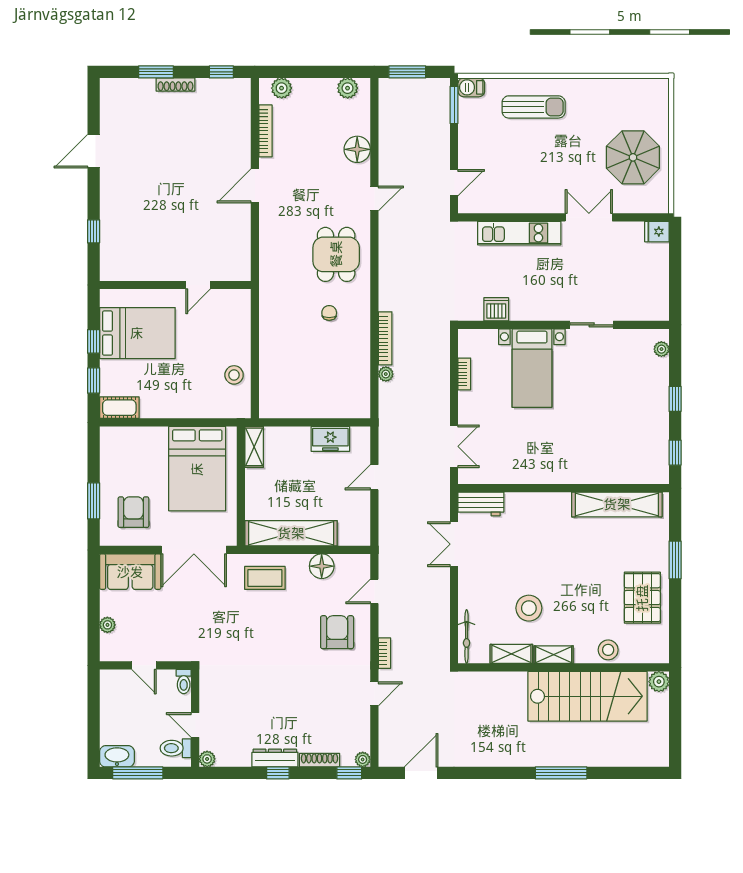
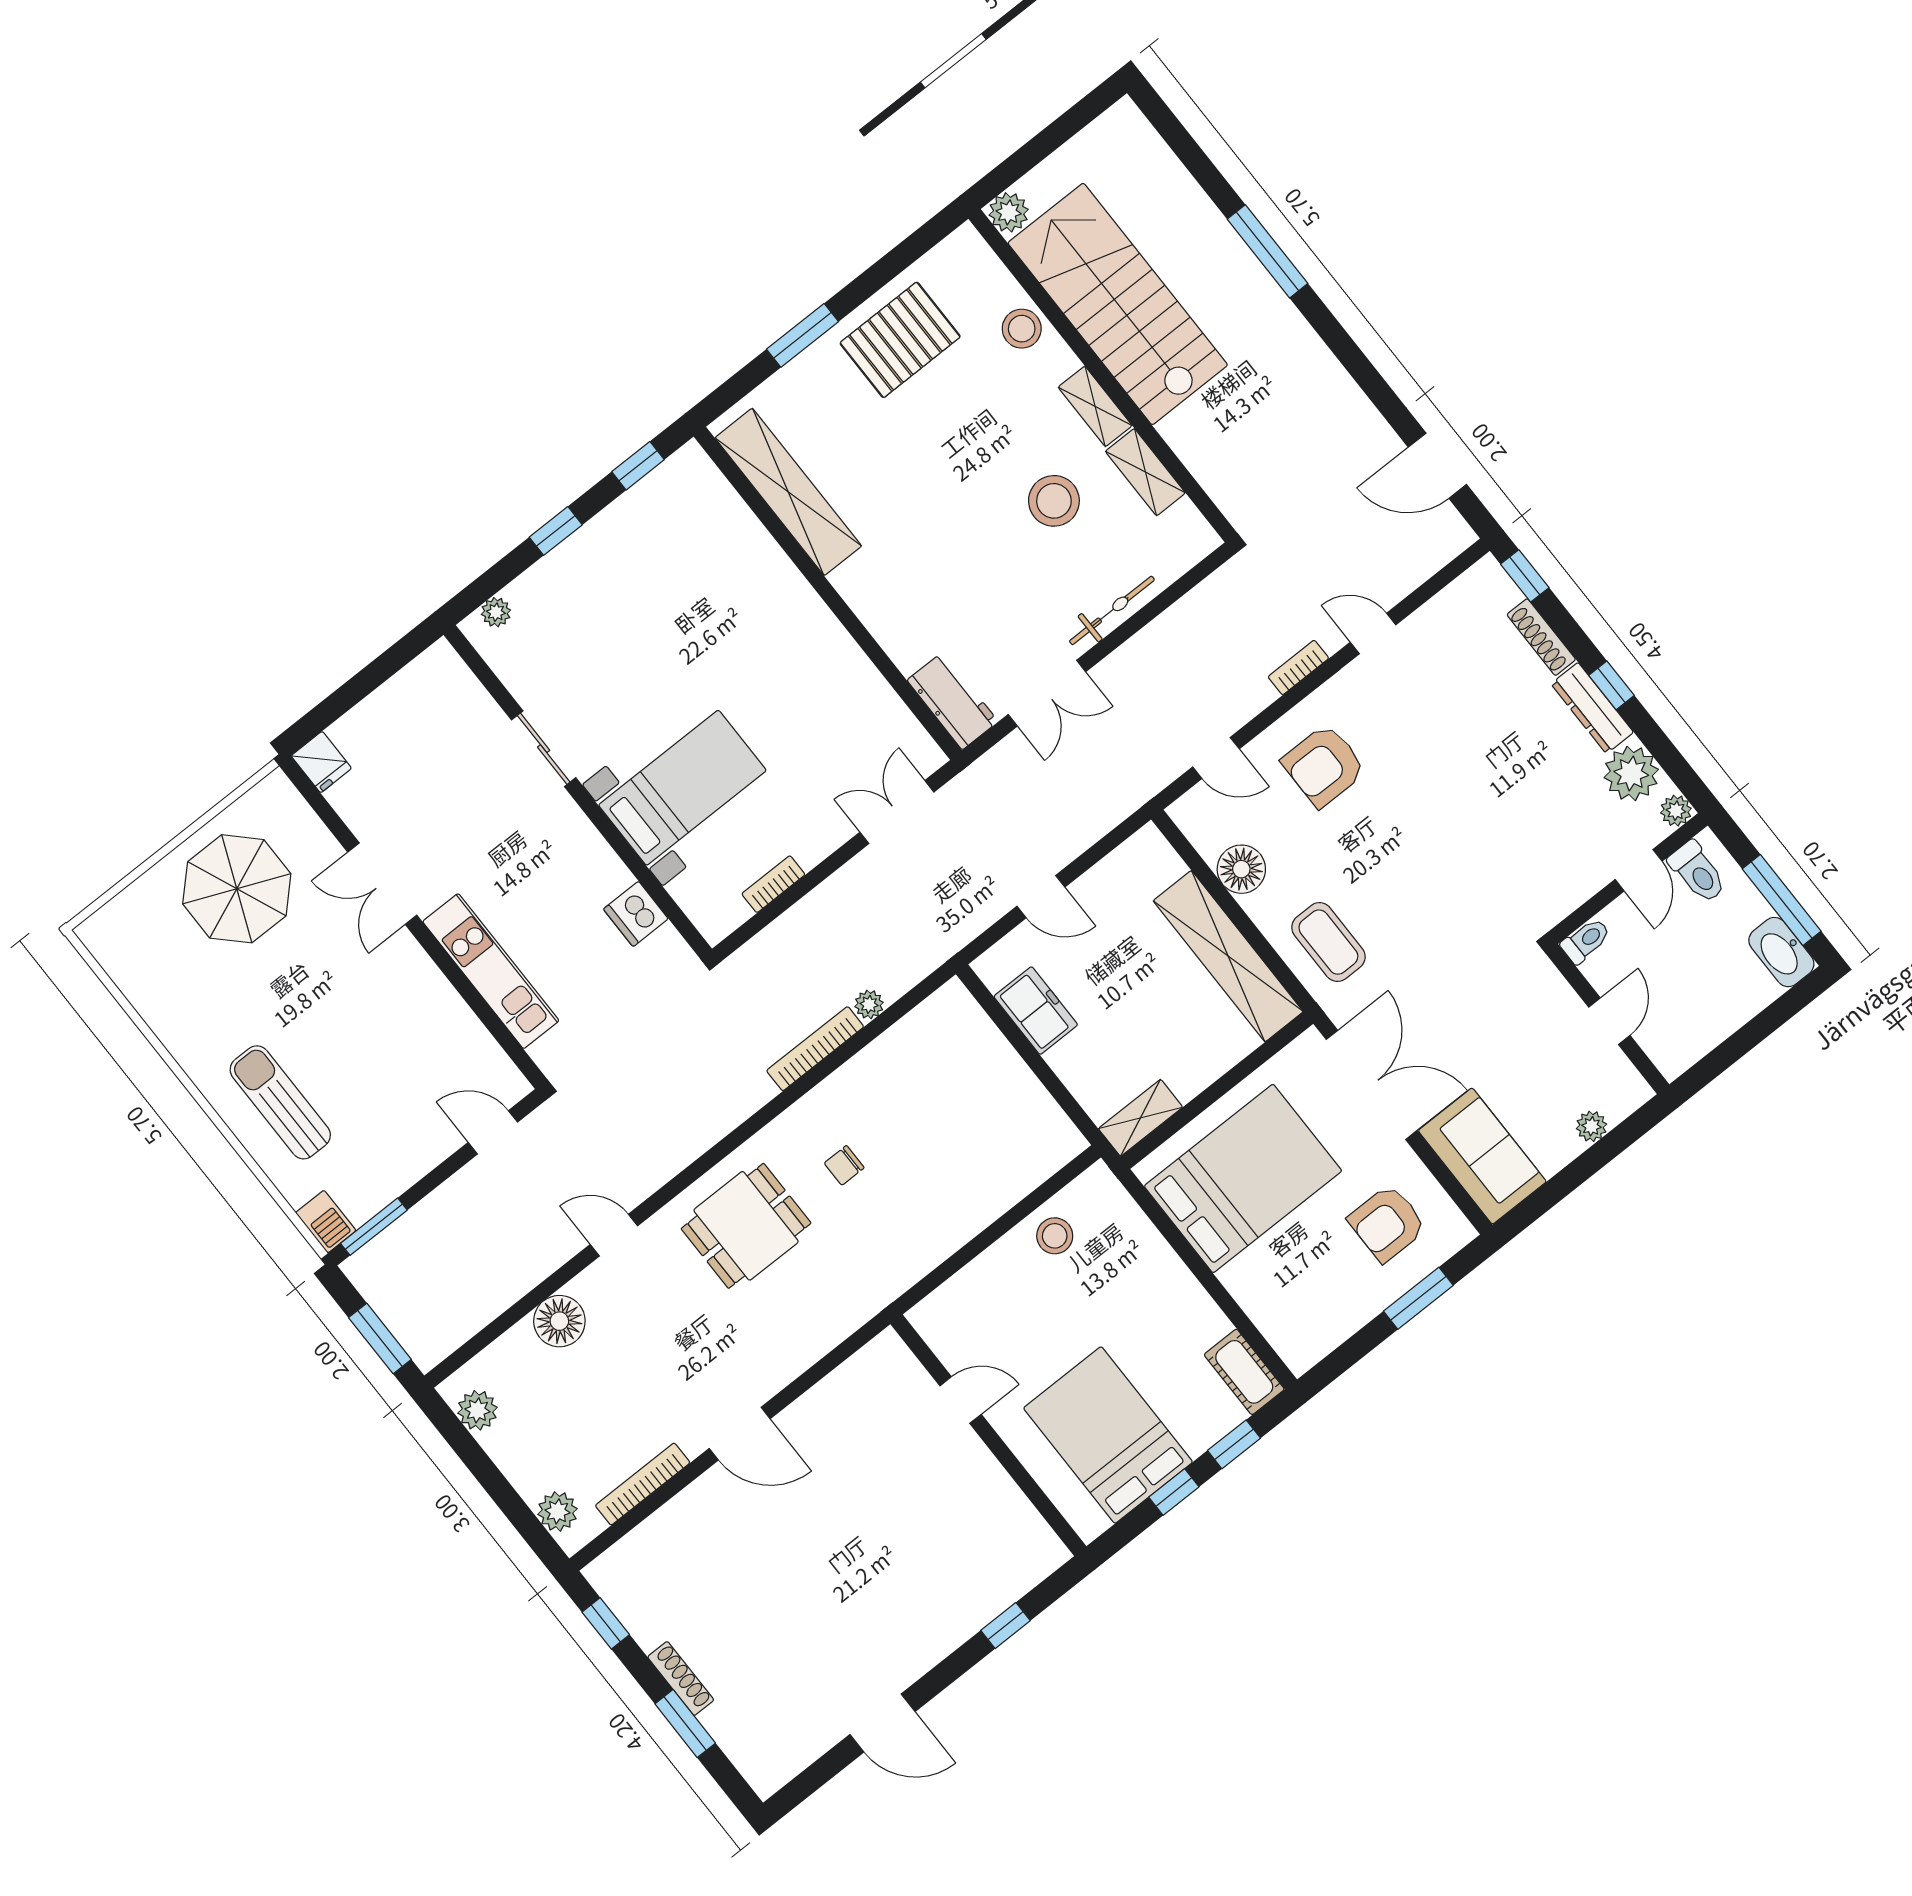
bicycle: (467, 636) -> (1112, 610), moved
plant: (363, 759) -> (1631, 773), moved, width x1.87, depth x1.87

